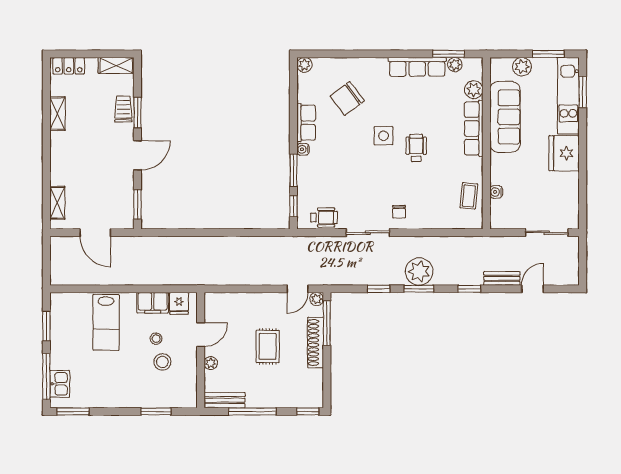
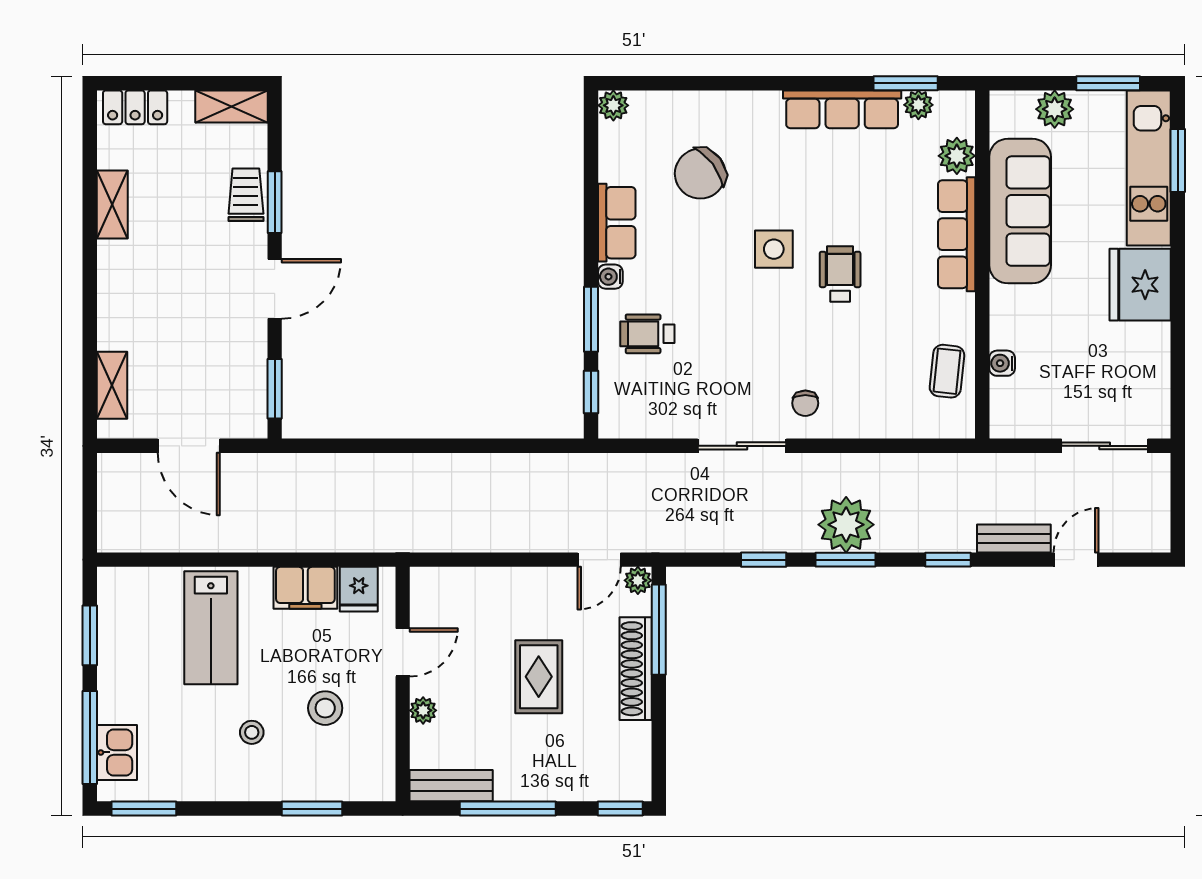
wheelchair: (324, 218) -> (647, 334), moved, turned 180
stool: (156, 339) -> (252, 732), moved

